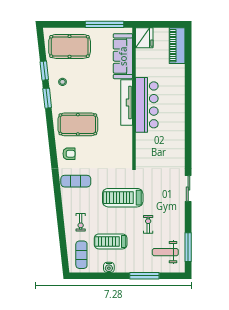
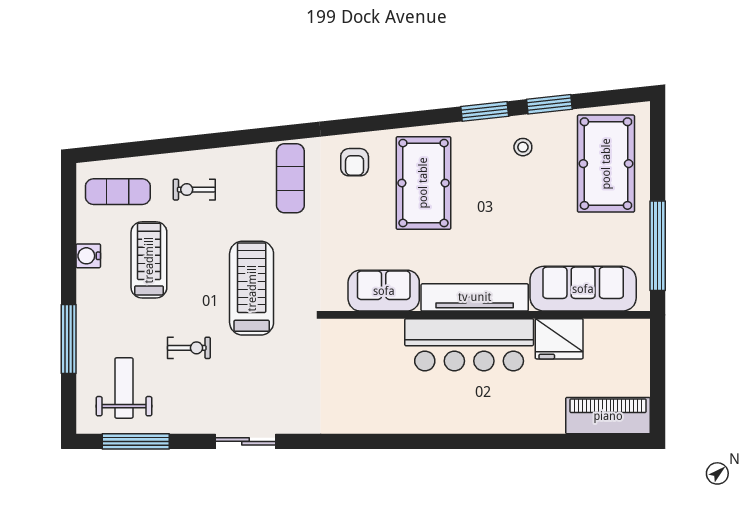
fridge: (144, 38) -> (559, 339), moved
sofa: (124, 141) -> (384, 291), added
sliding door: (188, 189) -> (246, 441), moved

